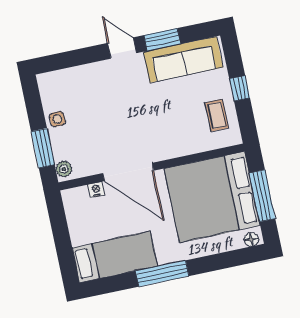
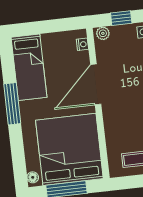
window: (43, 148) -> (121, 18), width x0.67
nightstand: (96, 190) -> (82, 44), moved

